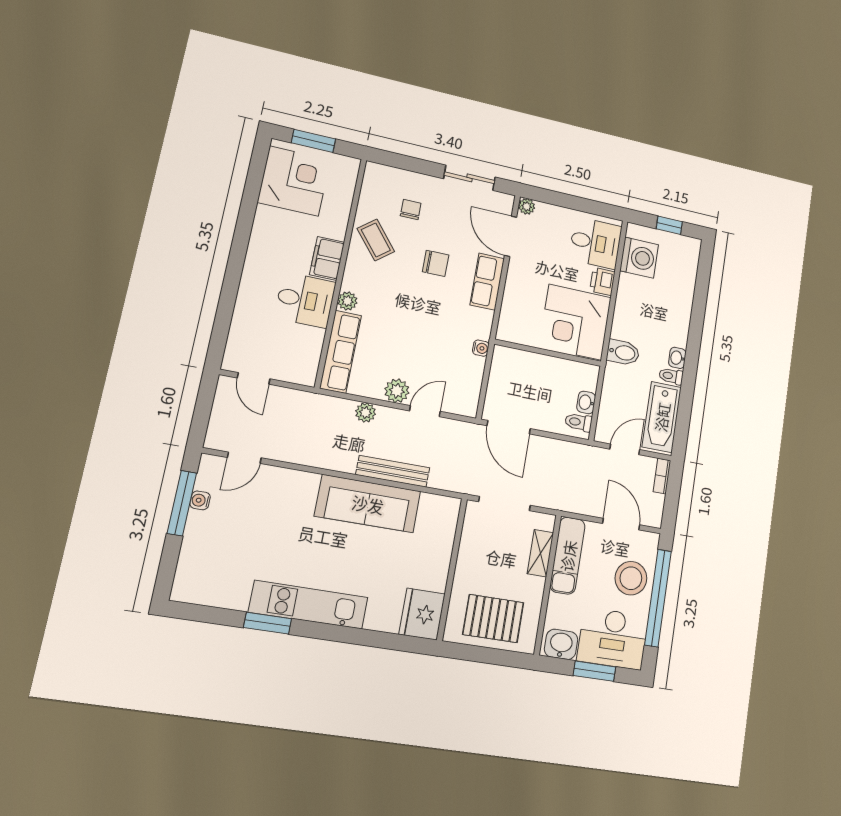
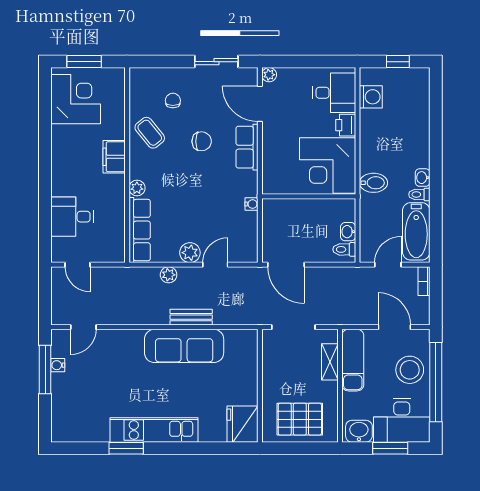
washing machine: (639, 258) -> (371, 97), width x0.73, depth x0.73
desk: (305, 300) -> (72, 217), moved, turned 180
bench: (393, 471) -> (191, 317), width x0.73

